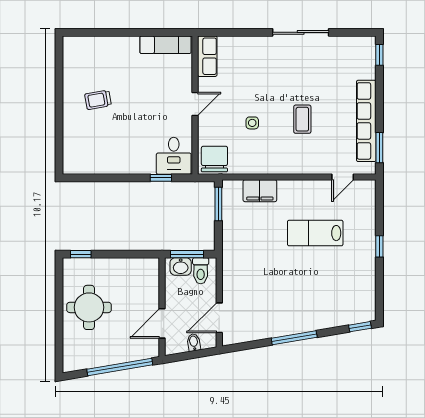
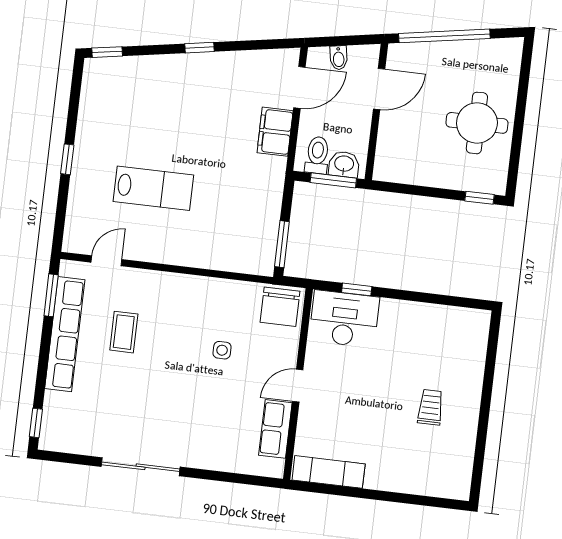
row of seats: (207, 56) -> (275, 429), moved
trolley: (98, 100) -> (431, 407), turned -80
coffee table: (302, 119) -> (124, 332), moved
desk: (174, 156) -> (344, 319), width x1.37
filing cabinet: (260, 191) -> (275, 132), moved, turned -90
window: (294, 338) -> (199, 48), width x0.46

